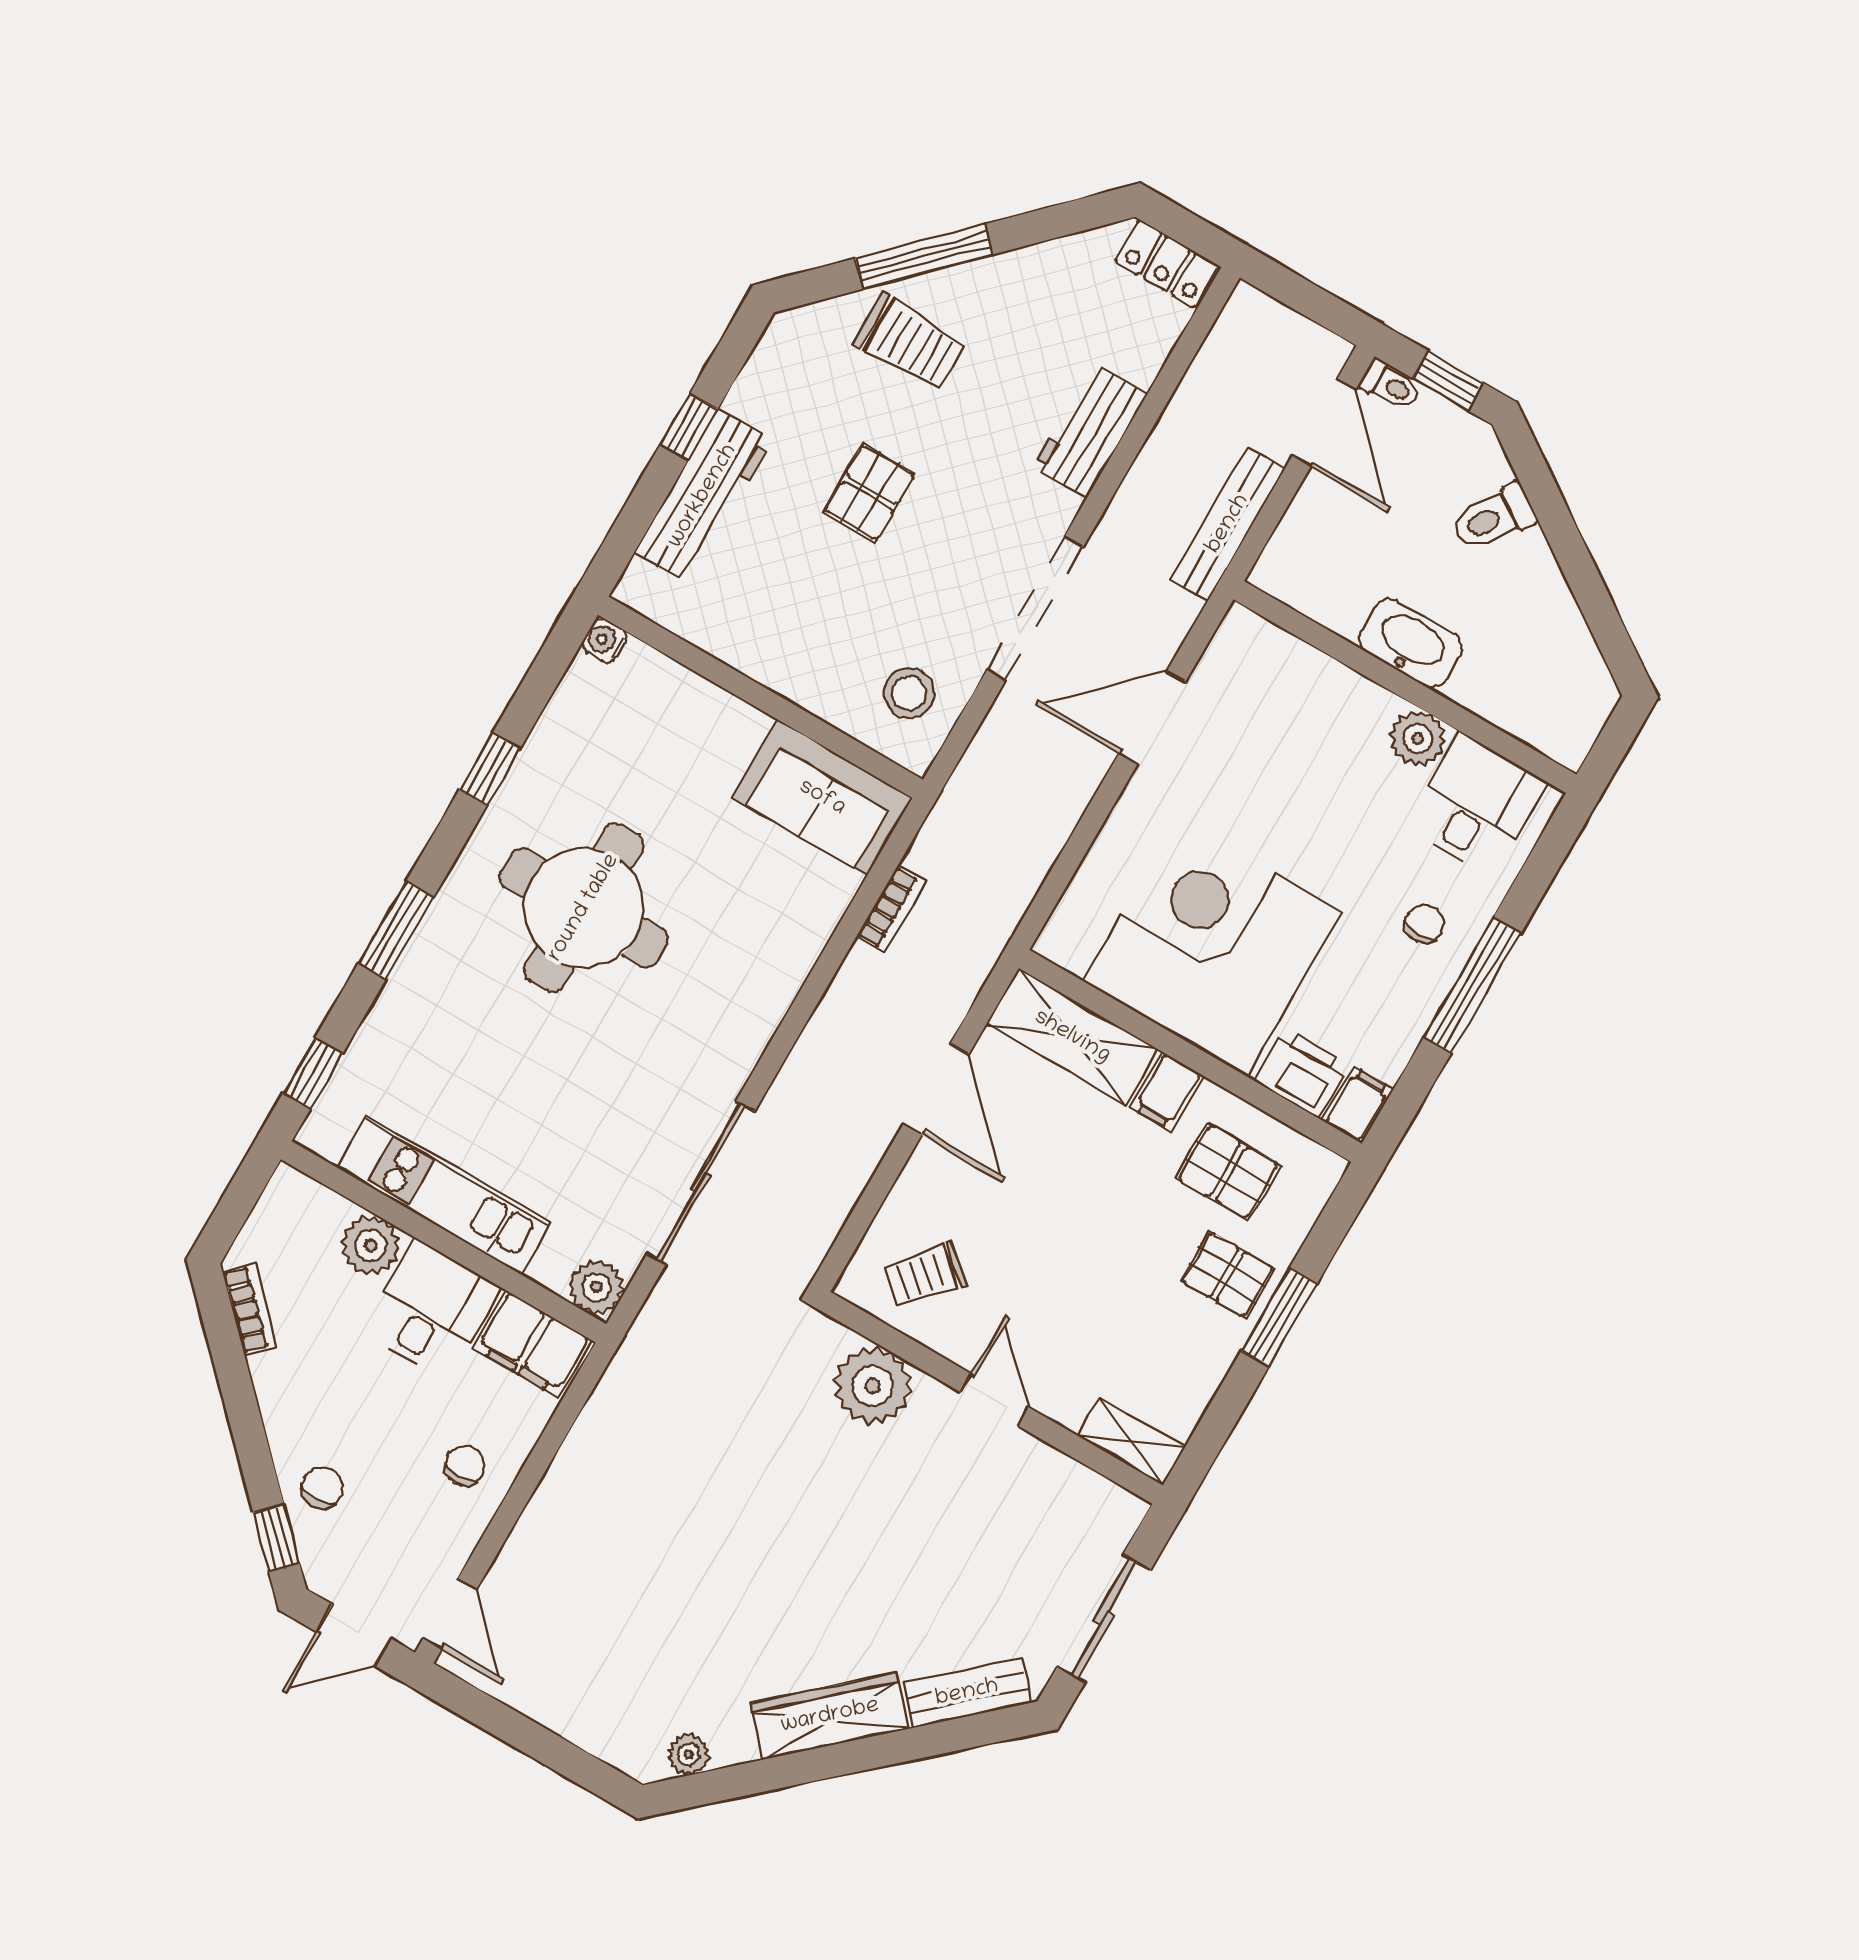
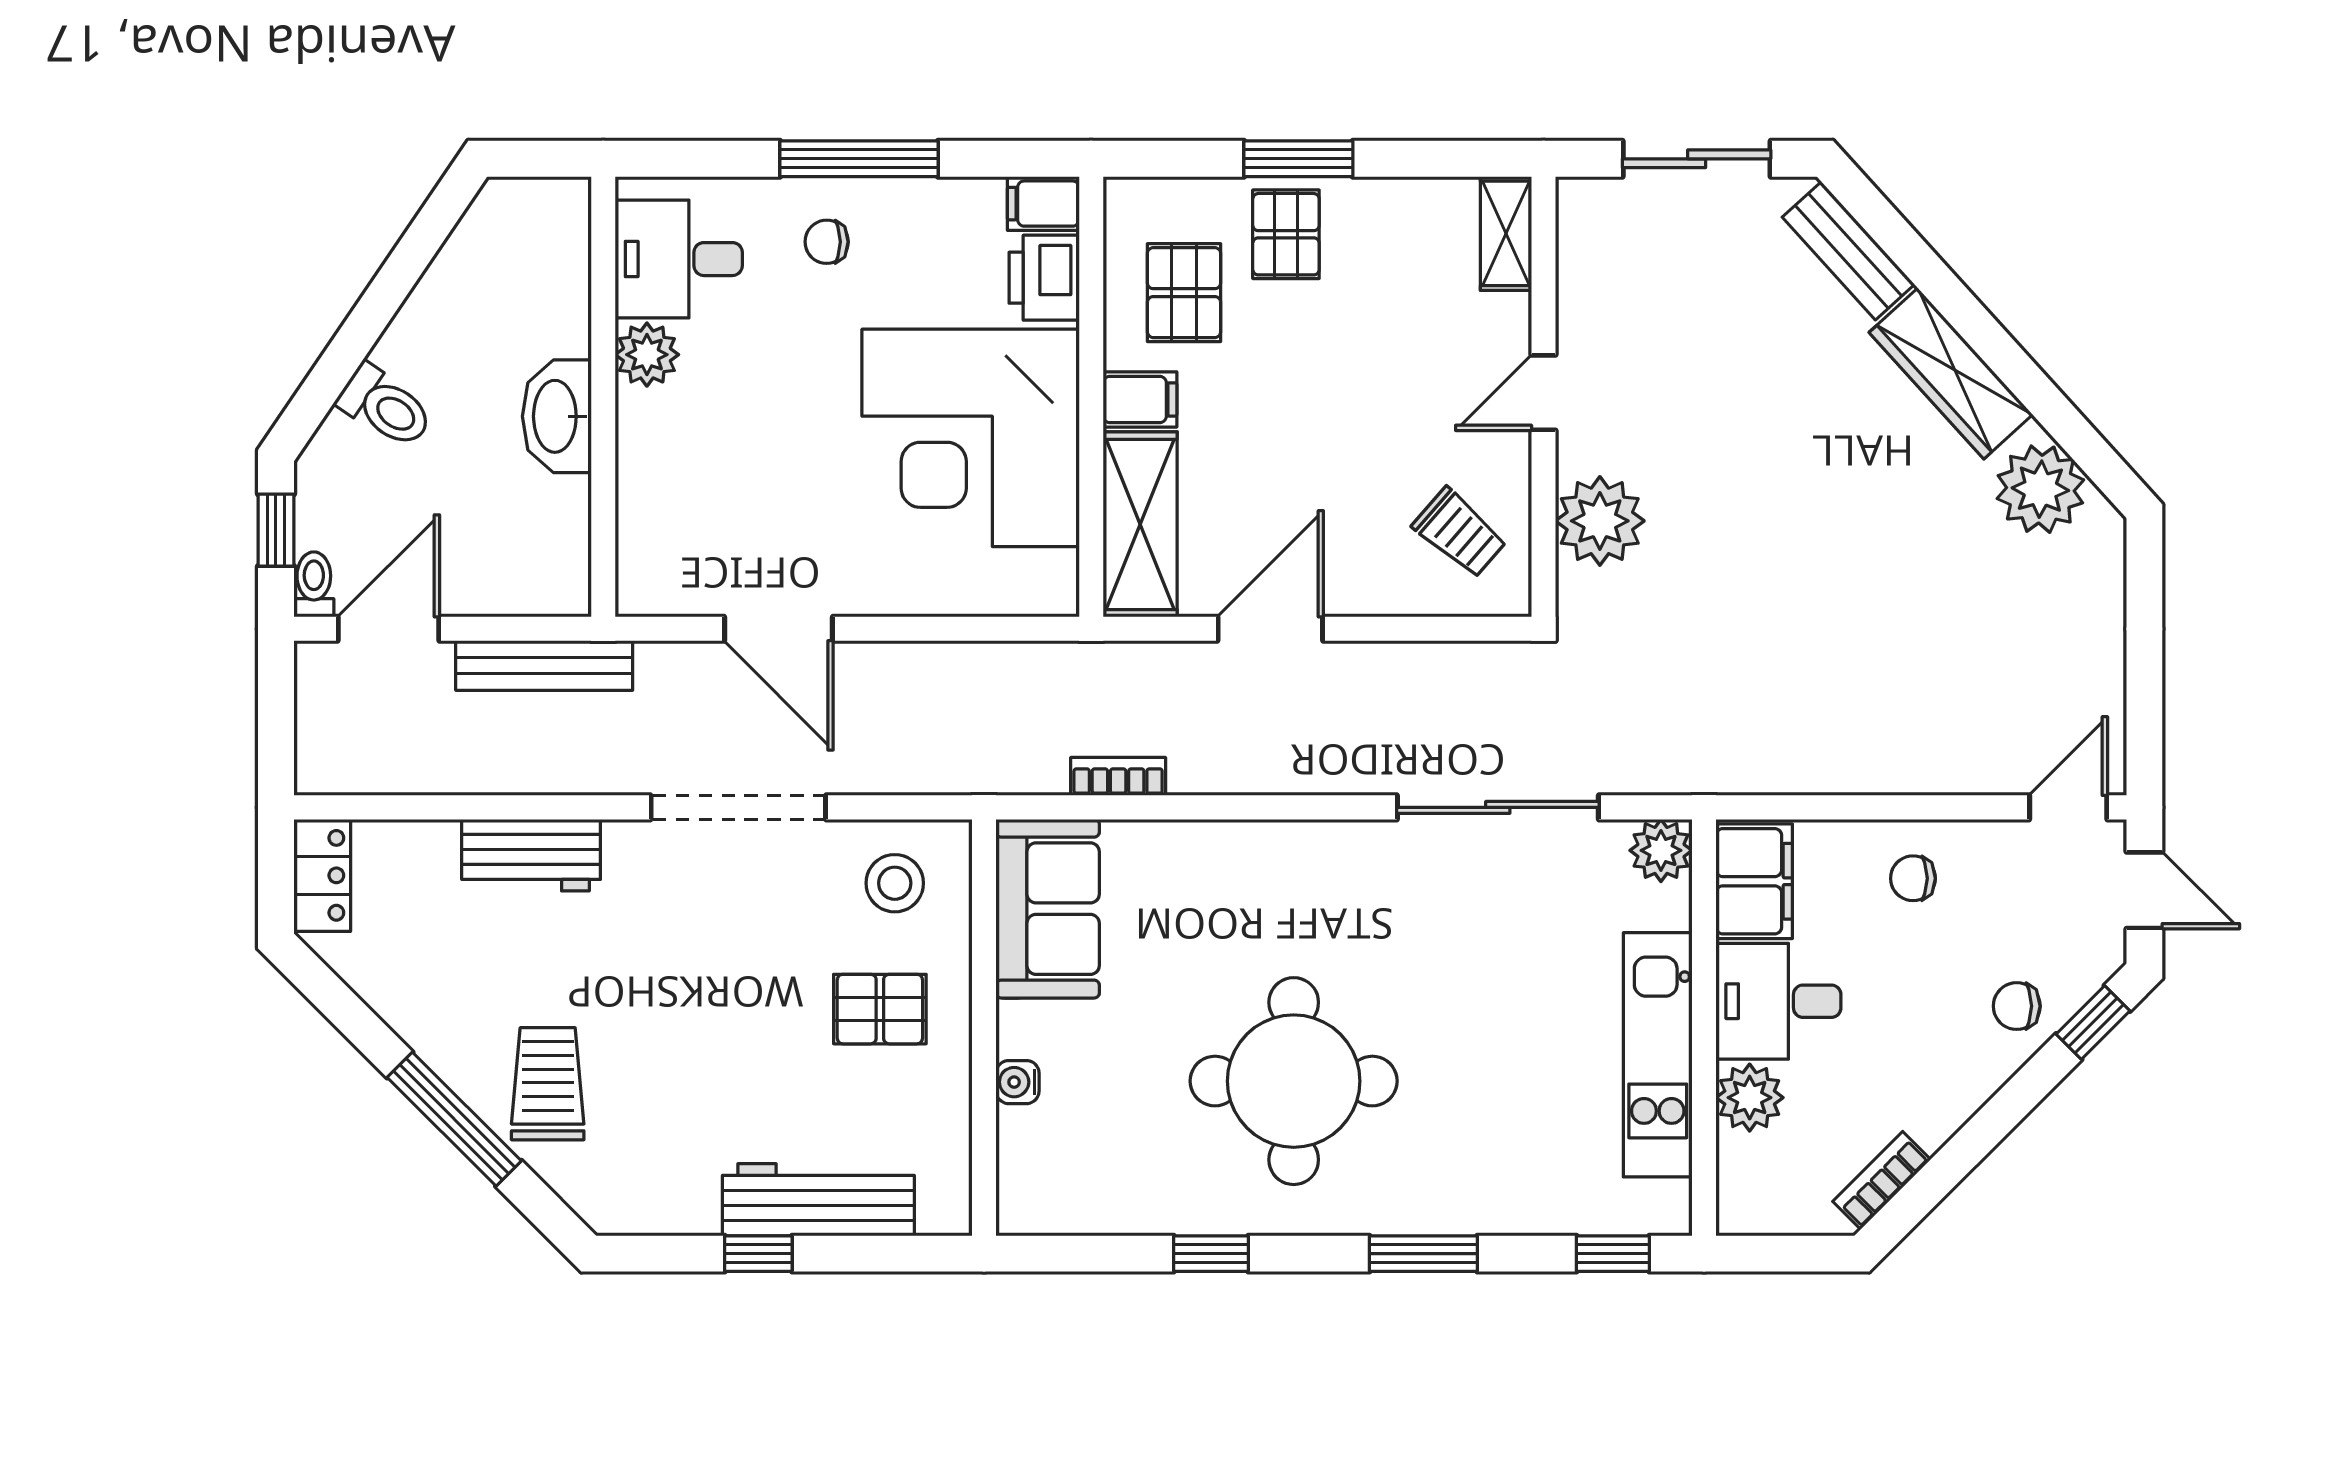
pallet: (870, 493) -> (880, 1009), moved
water cooler: (605, 640) -> (1018, 1082), moved, turned 90
plant: (689, 1754) -> (2040, 489), width x1.88, depth x1.88

